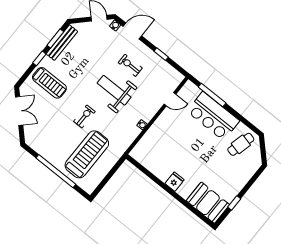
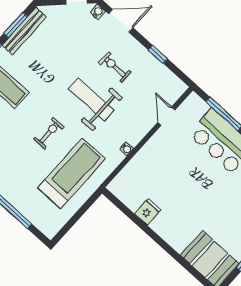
door: (170, 99) -> (166, 116), swing flipped
treadmill: (87, 154) -> (72, 173), moved
fridge: (174, 182) -> (148, 212), moved

